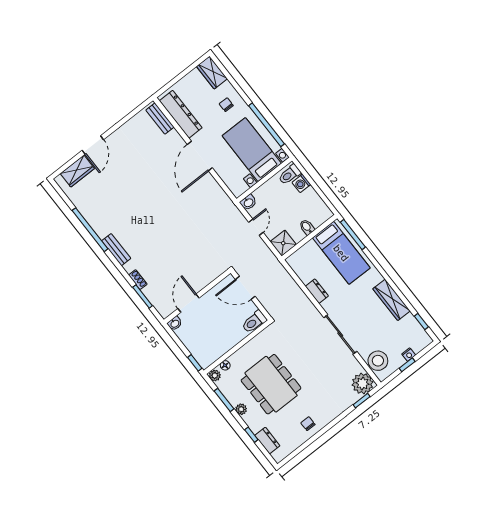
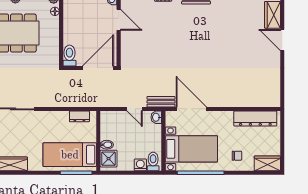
bench: (160, 118) -> (161, 102), moved
door: (200, 156) -> (191, 109), moved
shower: (283, 243) -> (109, 159), moved
door: (245, 288) -> (98, 68), width x1.36
dresser: (317, 291) -> (79, 116), moved

